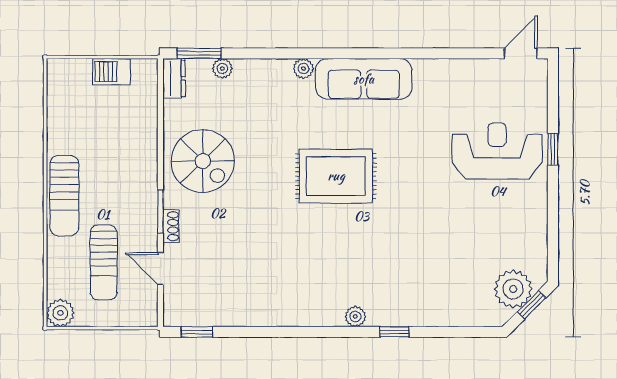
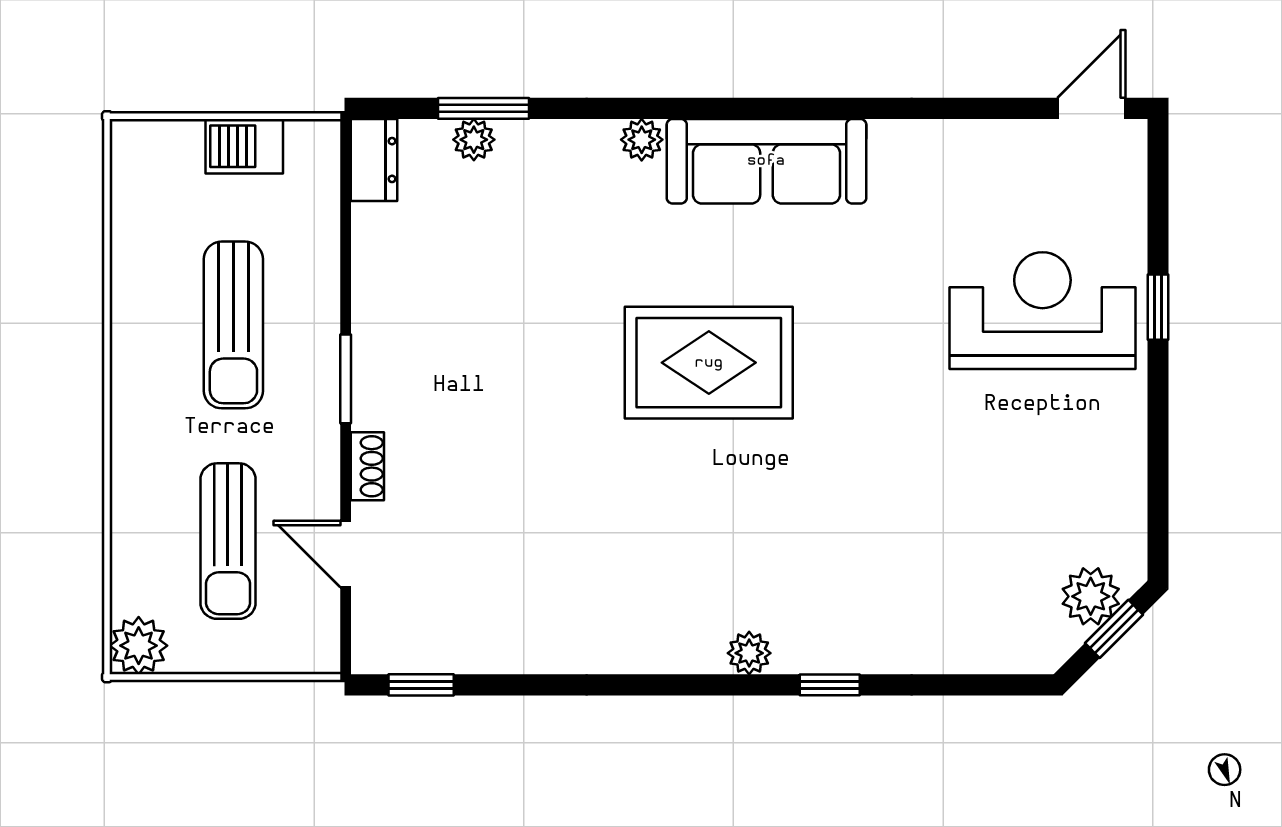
window: (199, 53) -> (484, 108), moved
spiral stairs: (203, 161) -> (433, 331), removed
sun lounger: (64, 196) -> (233, 325), moved
window: (160, 212) -> (346, 379), moved
plant: (513, 289) -> (1091, 596), width x0.73, depth x0.73

